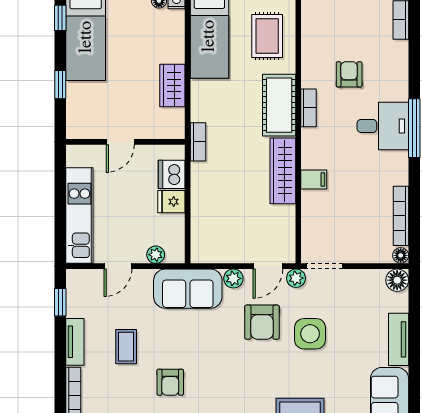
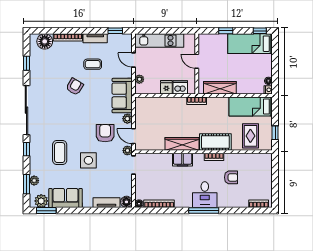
rug: (267, 36) -> (250, 136), turned 90
wardrobe: (172, 86) -> (220, 88), width x1.50
filing cabinet: (314, 179) -> (183, 160), width x2.00
armchair: (262, 322) -> (105, 133), turned 90
side table: (310, 334) -> (88, 160), moved
tv unit: (399, 339) -> (106, 203), moved
armchair: (170, 382) -> (75, 87), turned 121

